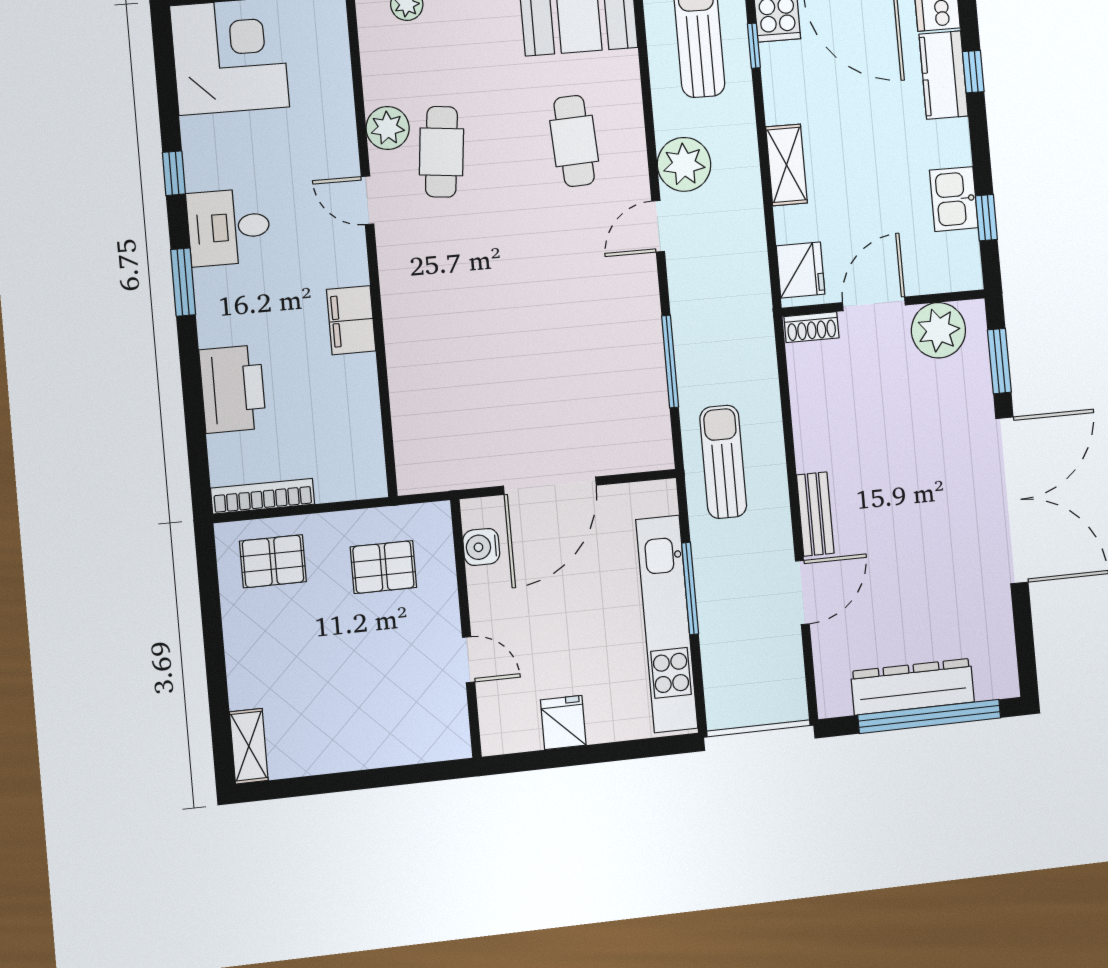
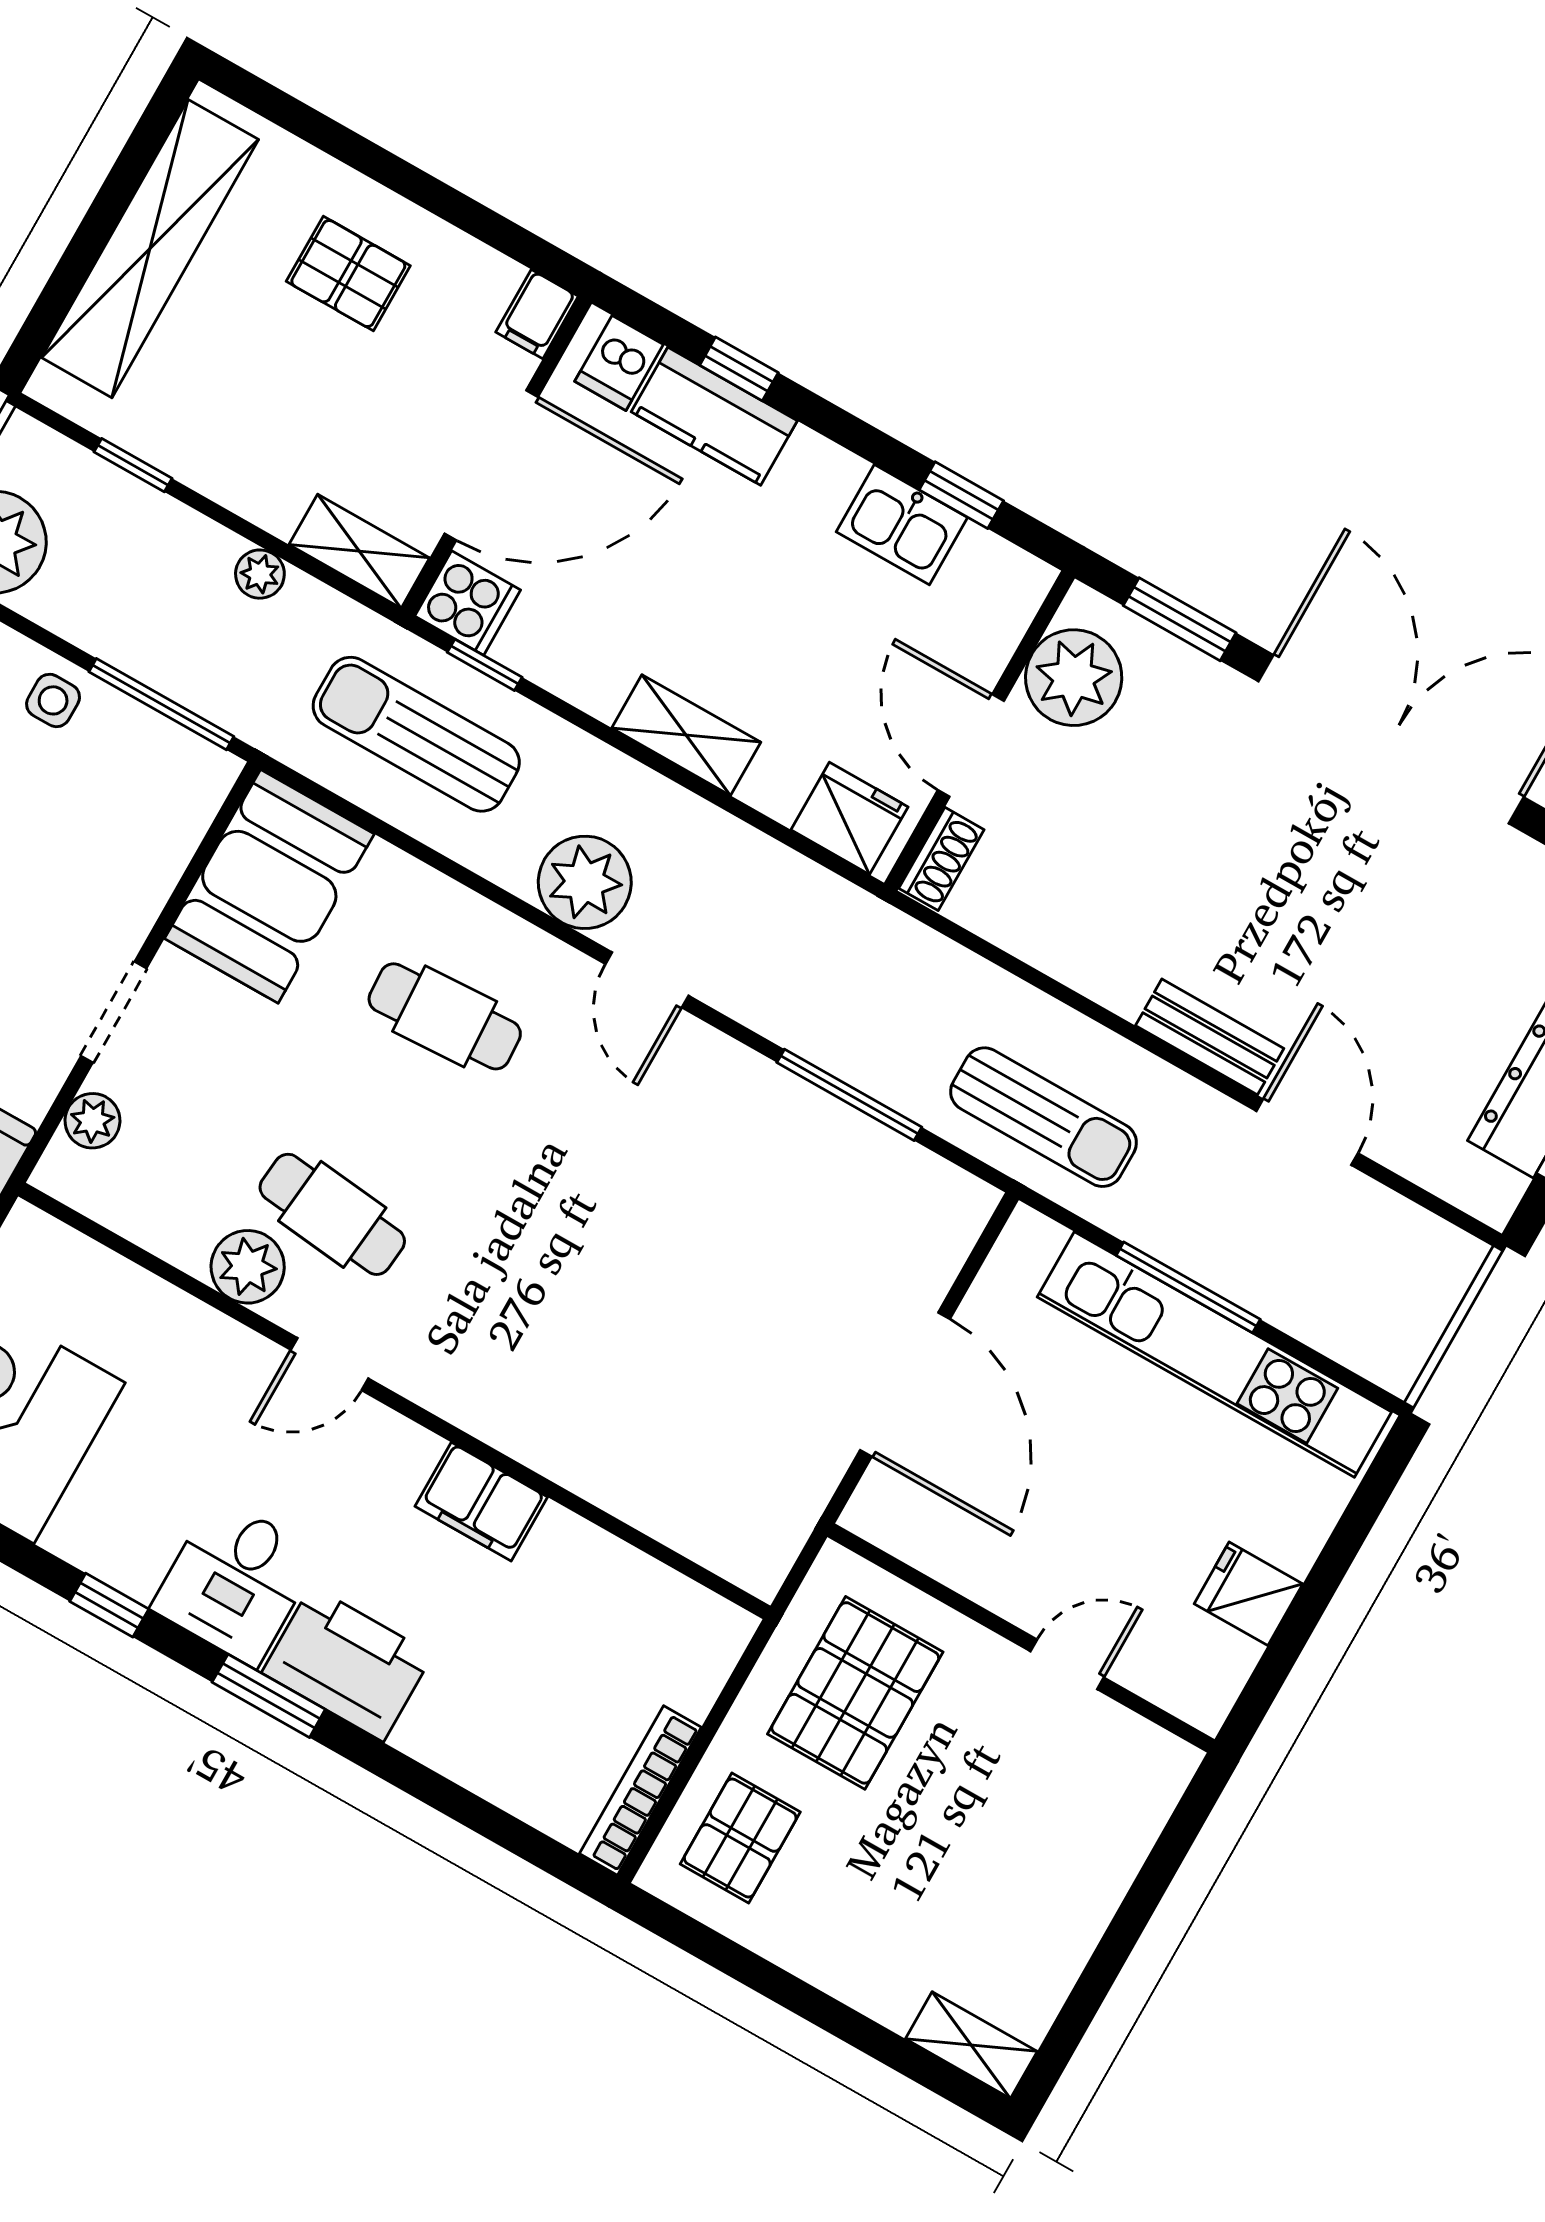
printer: (233, 389) -> (347, 1664), moved
sun lounger: (723, 462) -> (1043, 1117), turned 180
water cooler: (481, 547) -> (923, 1539), removed
pallet: (383, 567) -> (855, 1693), width x1.50, depth x1.42

